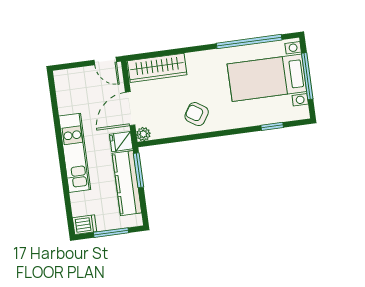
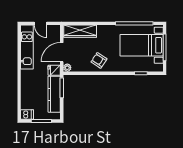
door: (105, 61) -> (40, 23), moved
kitchen unit: (75, 153) -> (27, 47), moved

